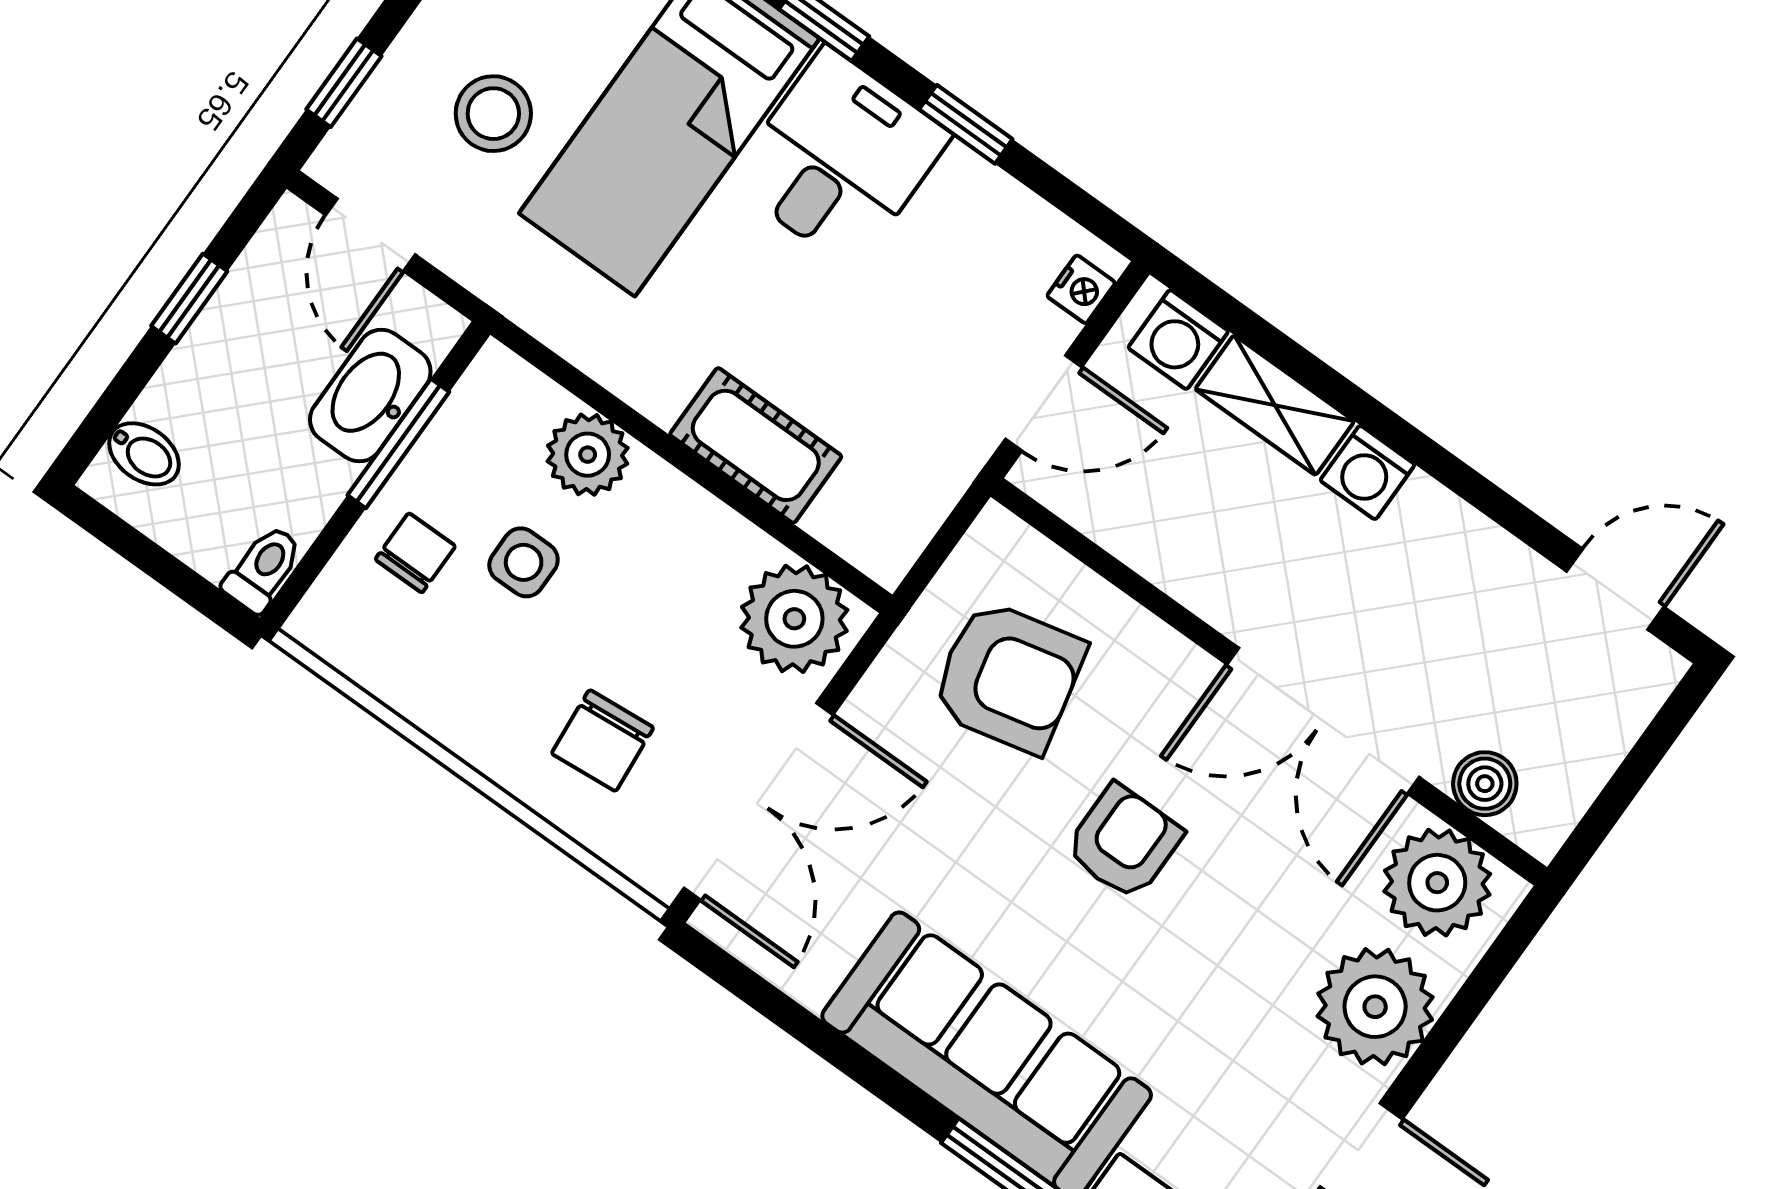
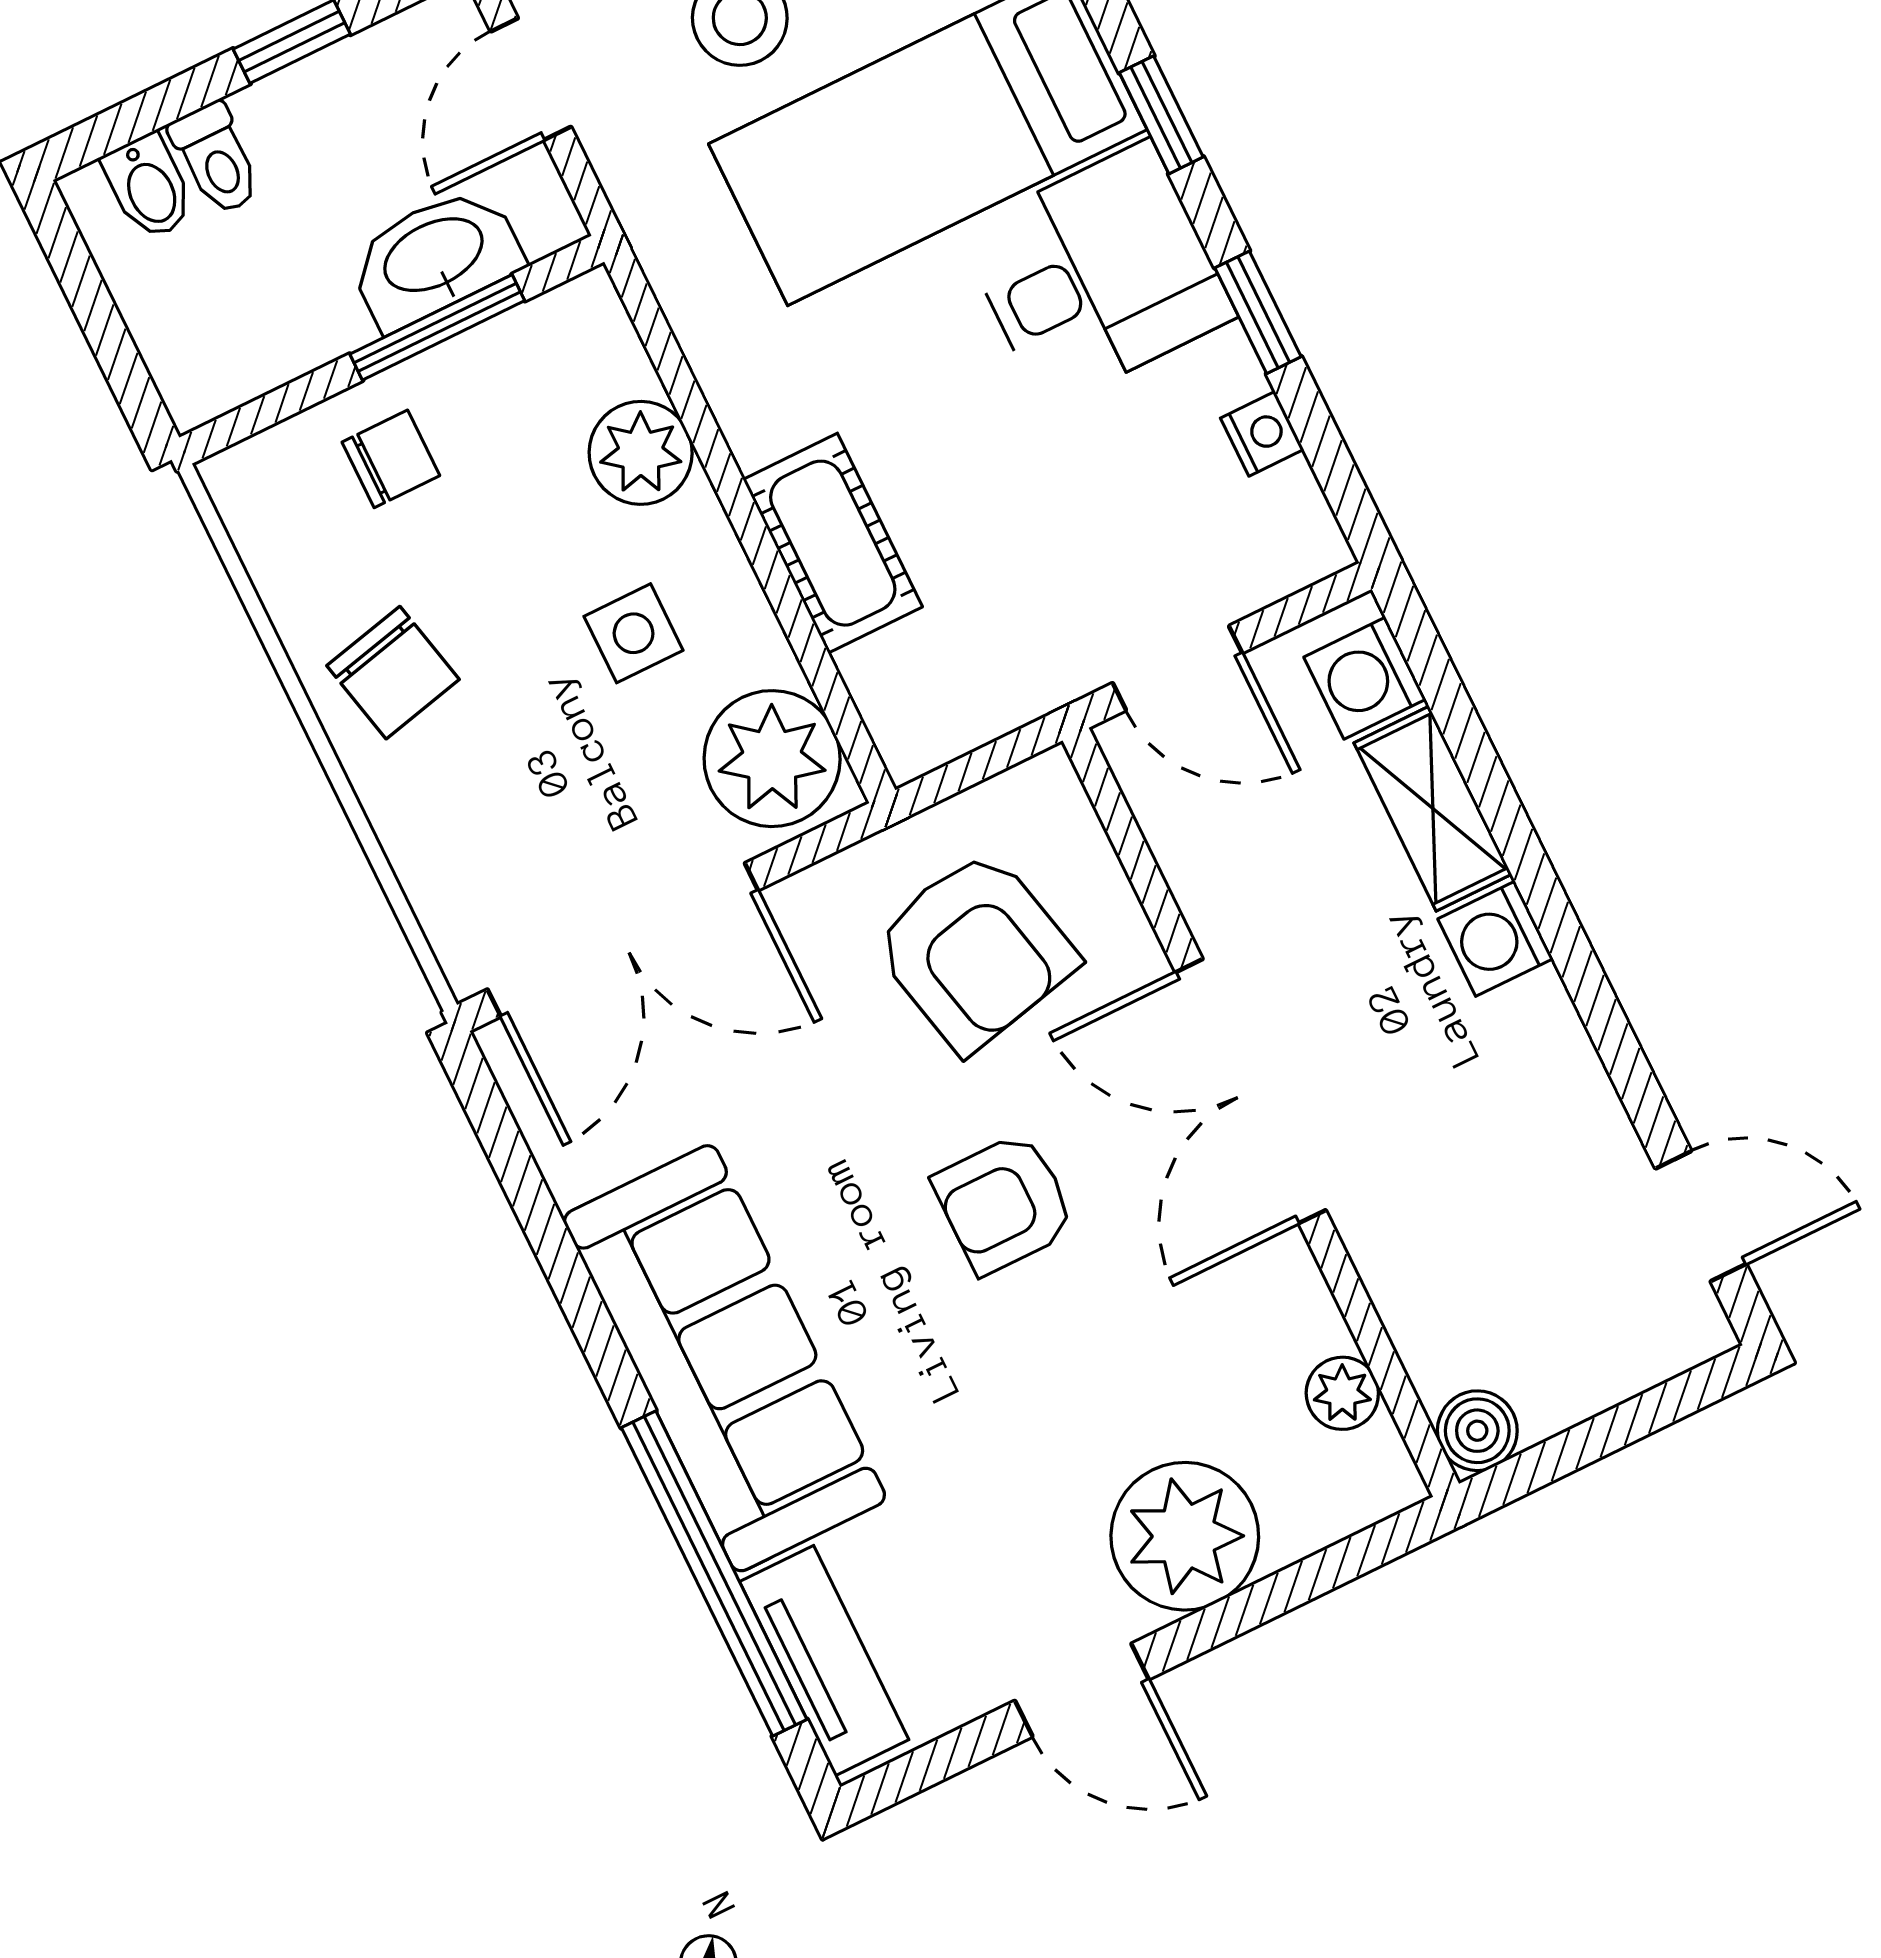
nightstand: (1081, 289) -> (1262, 434), moved, turned -90
side table: (524, 562) -> (634, 633), moved
toilet: (263, 569) -> (216, 159), moved, turned 90
double door: (1323, 721) -> (1251, 1091), moved
chair: (603, 741) -> (393, 673), moved, turned -98
boiler: (1485, 784) -> (1477, 1431), moved
armchair: (1124, 842) -> (1004, 1203), turned 180
plant: (1437, 883) -> (1342, 1393), width x0.53, depth x0.53

